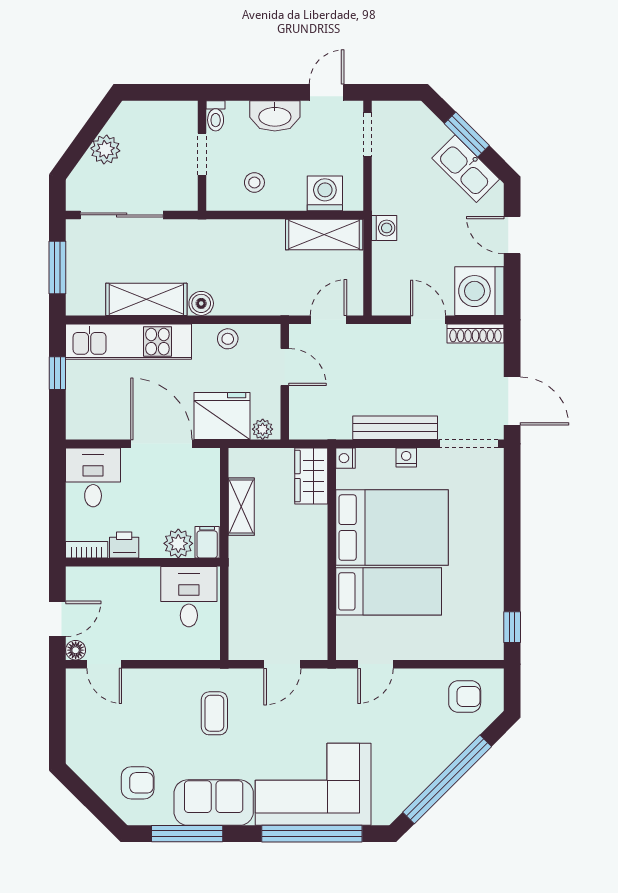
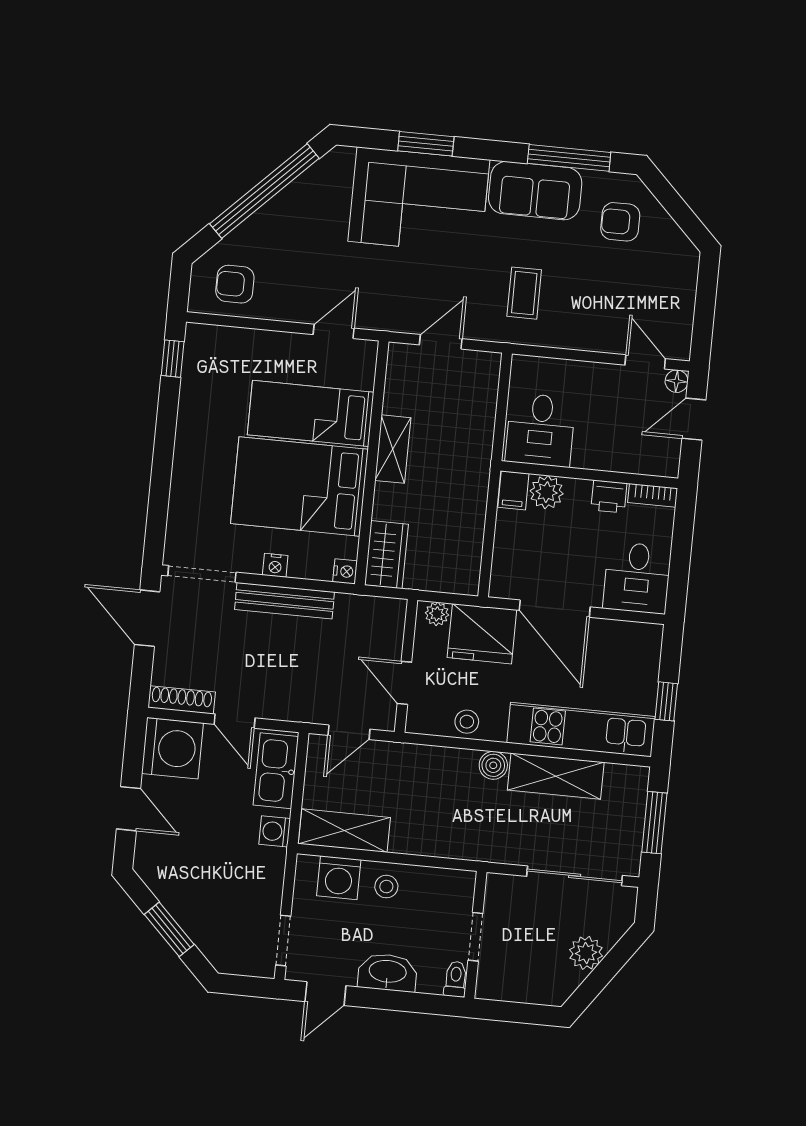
kitchen sink: (466, 169) -> (276, 771), moved, turned -135
stool: (254, 182) -> (386, 887), moved
shelving: (241, 507) -> (393, 449), moved
window: (312, 834) -> (426, 144), width x0.47

